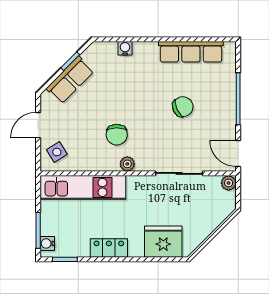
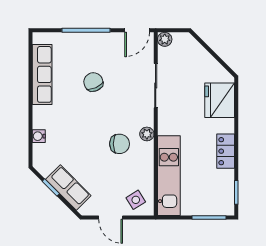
water cooler: (47, 243) -> (221, 209), removed

